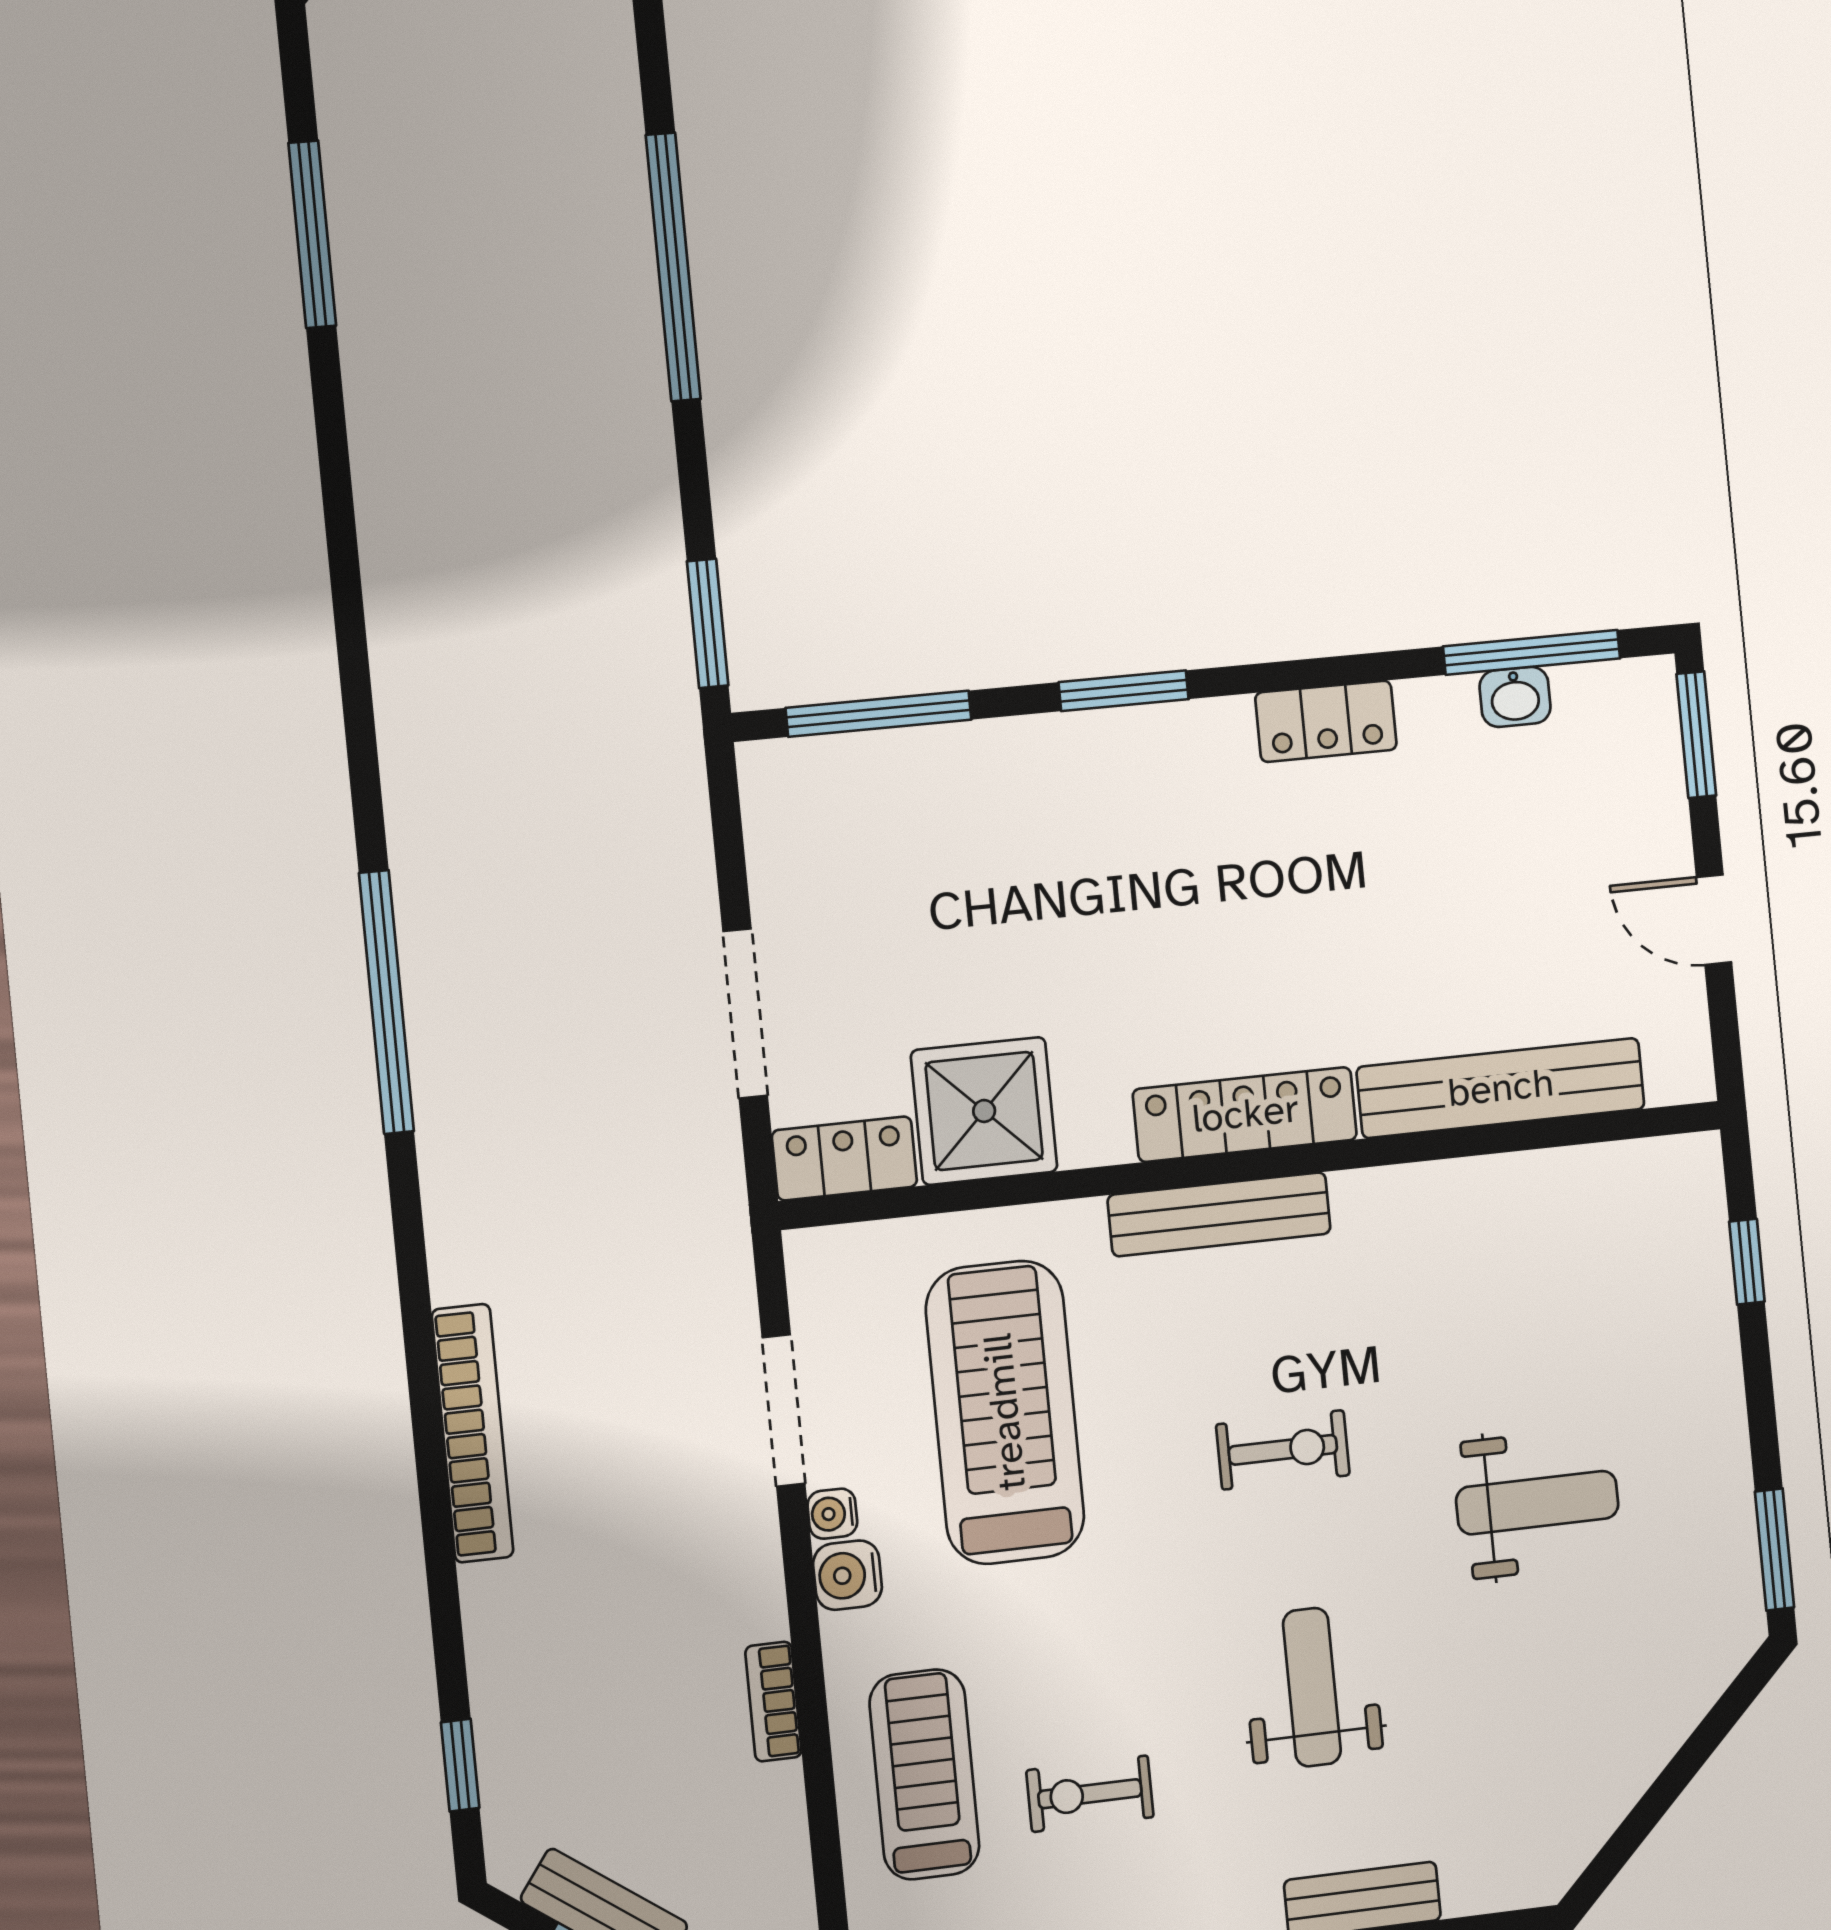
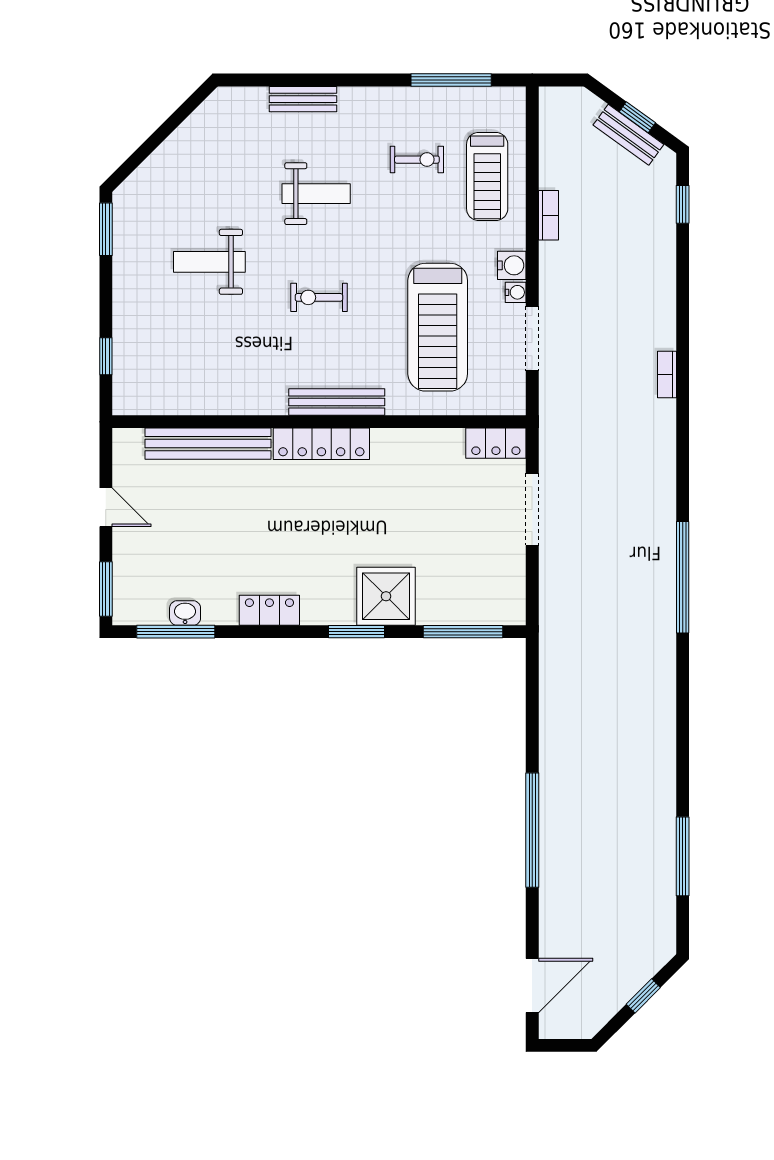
window: (708, 623) -> (532, 677), removed
window: (386, 1002) -> (683, 577), moved
shower: (984, 1111) -> (386, 596), moved
bookcase: (473, 1433) -> (667, 374), width x0.43, depth x0.76
weight bench: (1312, 1687) -> (316, 194), turned -90

